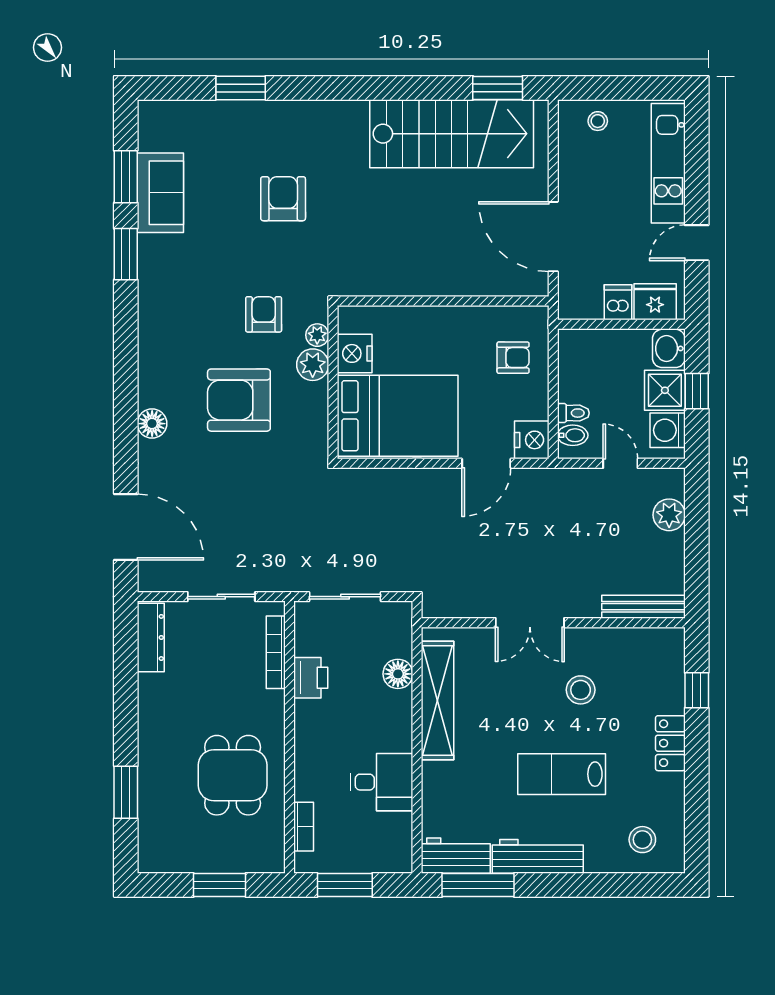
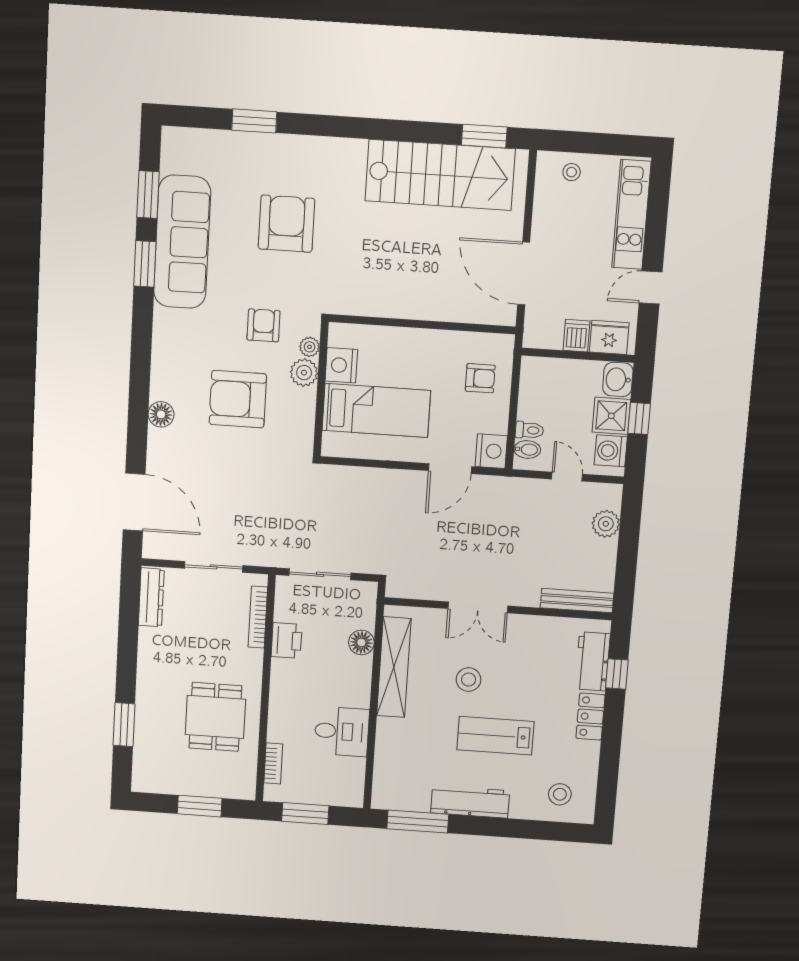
sofa: (160, 193) -> (182, 242), width x1.85, depth x1.27
armchair: (283, 199) -> (286, 224), width x1.36, depth x1.36
bed: (398, 416) -> (376, 410), width x0.67
stool: (581, 690) -> (468, 680), moved
workbench: (456, 856) -> (593, 661), moved, turned -90

